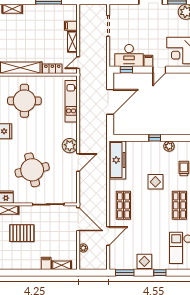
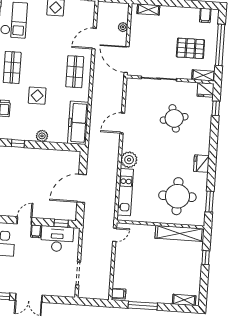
filing cabinet: (71, 26) -> (119, 294), moved
shelving: (72, 42) -> (119, 259), removed
locker: (52, 69) -> (144, 230), removed
window: (155, 138) -> (18, 144), moved
plant: (70, 146) -> (129, 160), moved
plant: (169, 146) -> (42, 136), moved
round table: (32, 170) -> (174, 118), width x0.73, depth x0.73
filing cabinet: (46, 263) -> (205, 15), moved

